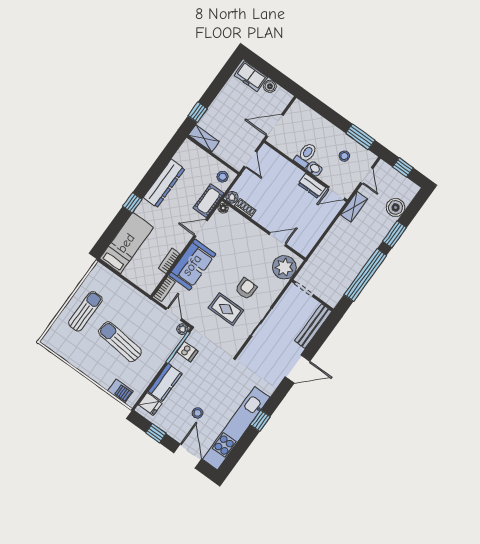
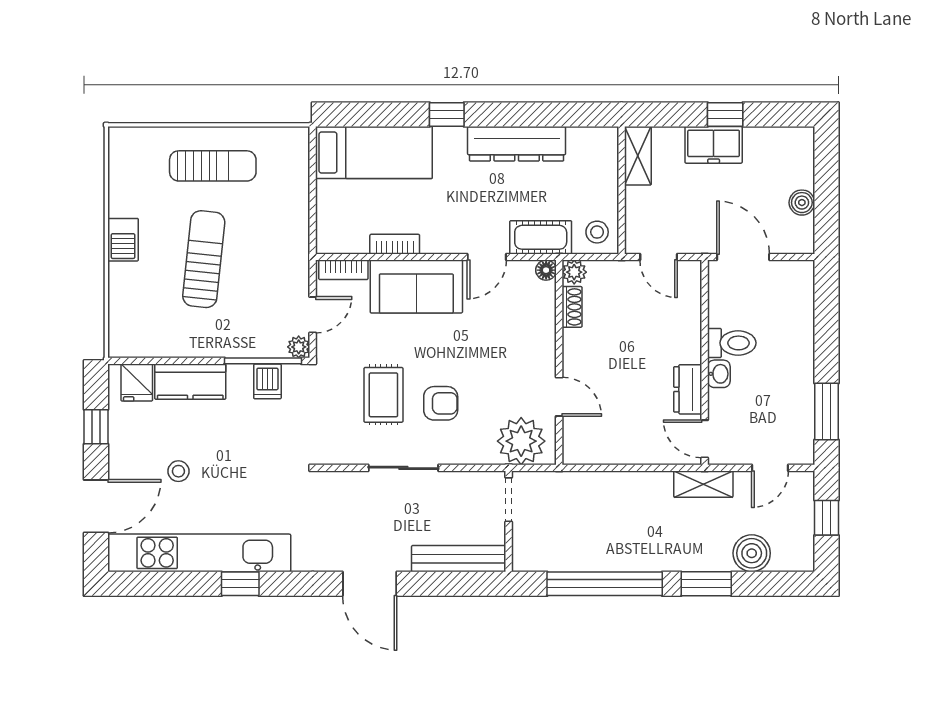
freezer: (251, 76) -> (714, 145), moved, turned -90
window: (198, 112) -> (725, 114), moved
stool: (344, 156) -> (776, 408), removed
door: (250, 159) -> (659, 257), hinge flipped
door: (201, 228) -> (487, 257), swing flipped
barbecue: (120, 391) -> (123, 240), moved

